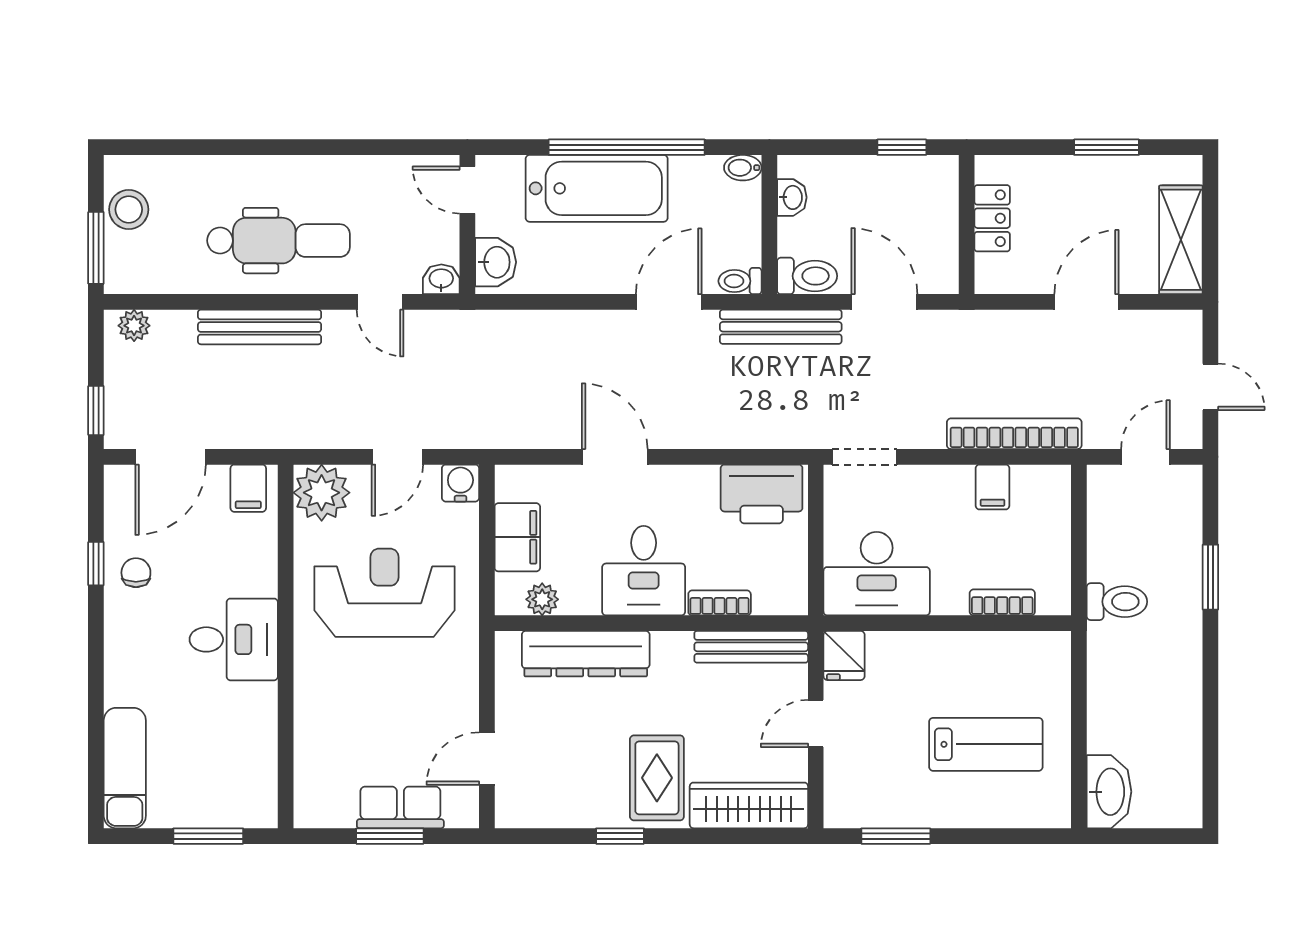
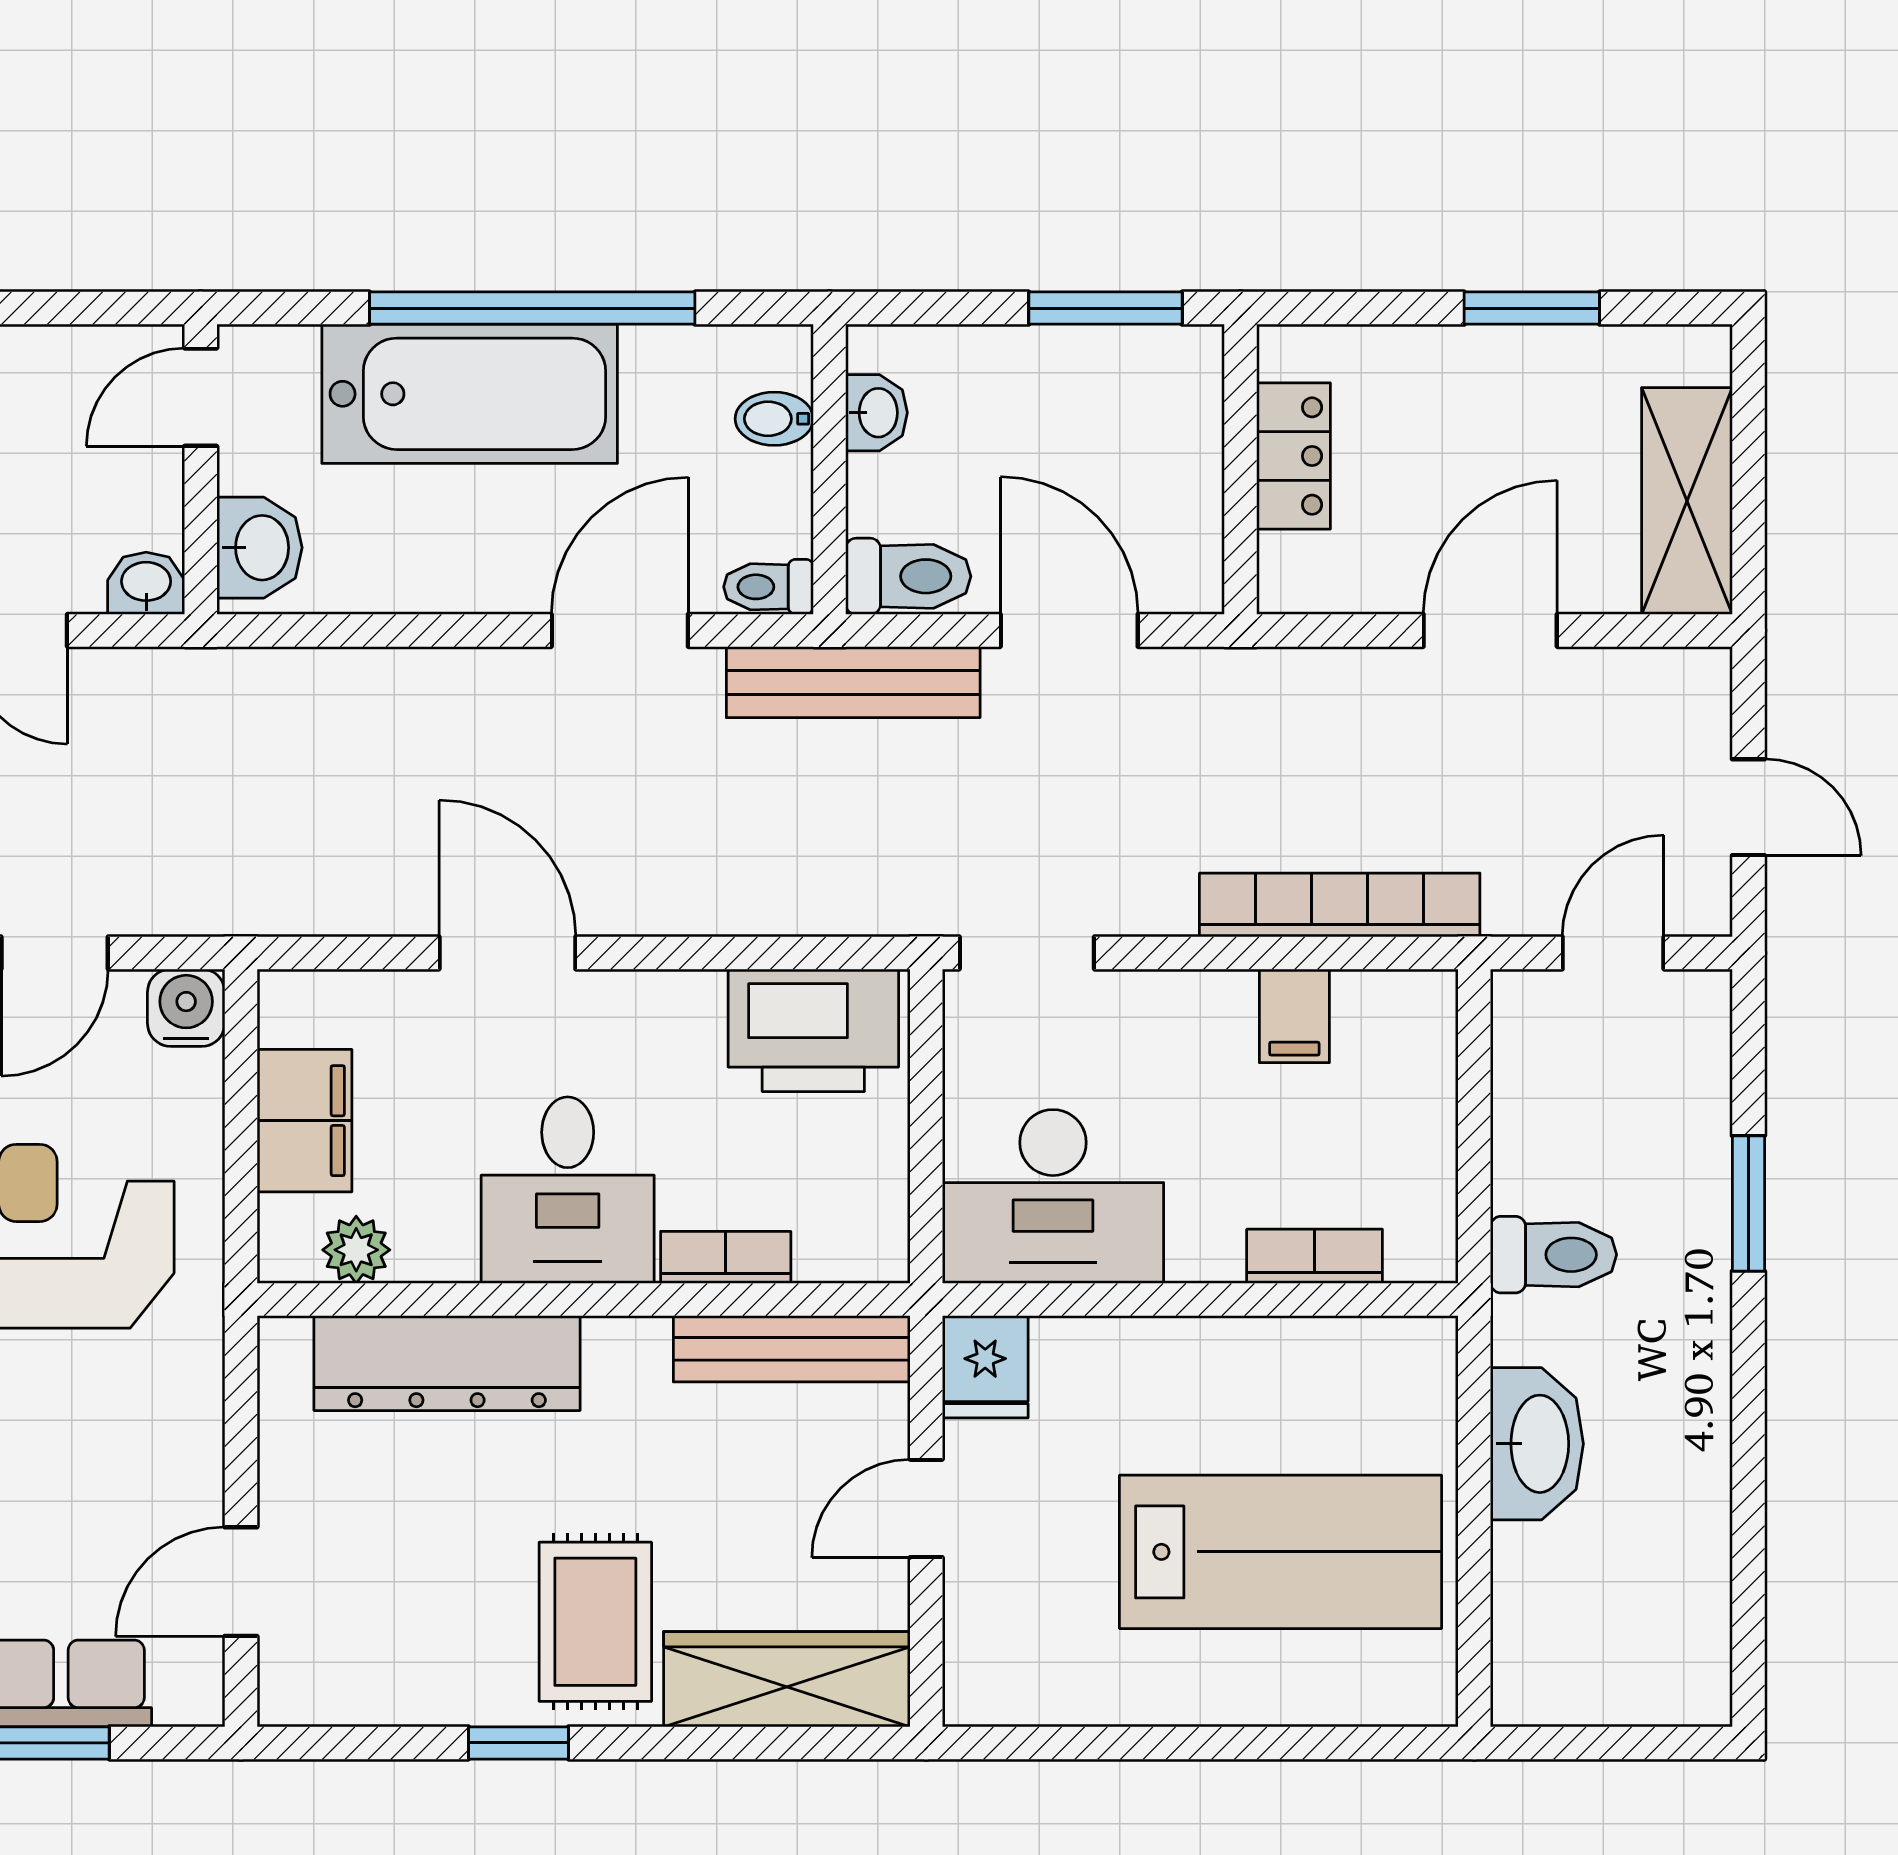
window: (902, 147) -> (1105, 308), width x1.50
bidet: (743, 168) -> (774, 419), moved
door: (467, 190) -> (201, 397), hinge flipped
lab bench: (986, 744) -> (1281, 1552), width x1.36, depth x1.39
washbasin: (1109, 792) -> (1537, 1444), moved
window: (896, 836) -> (1093, 1743), removed

